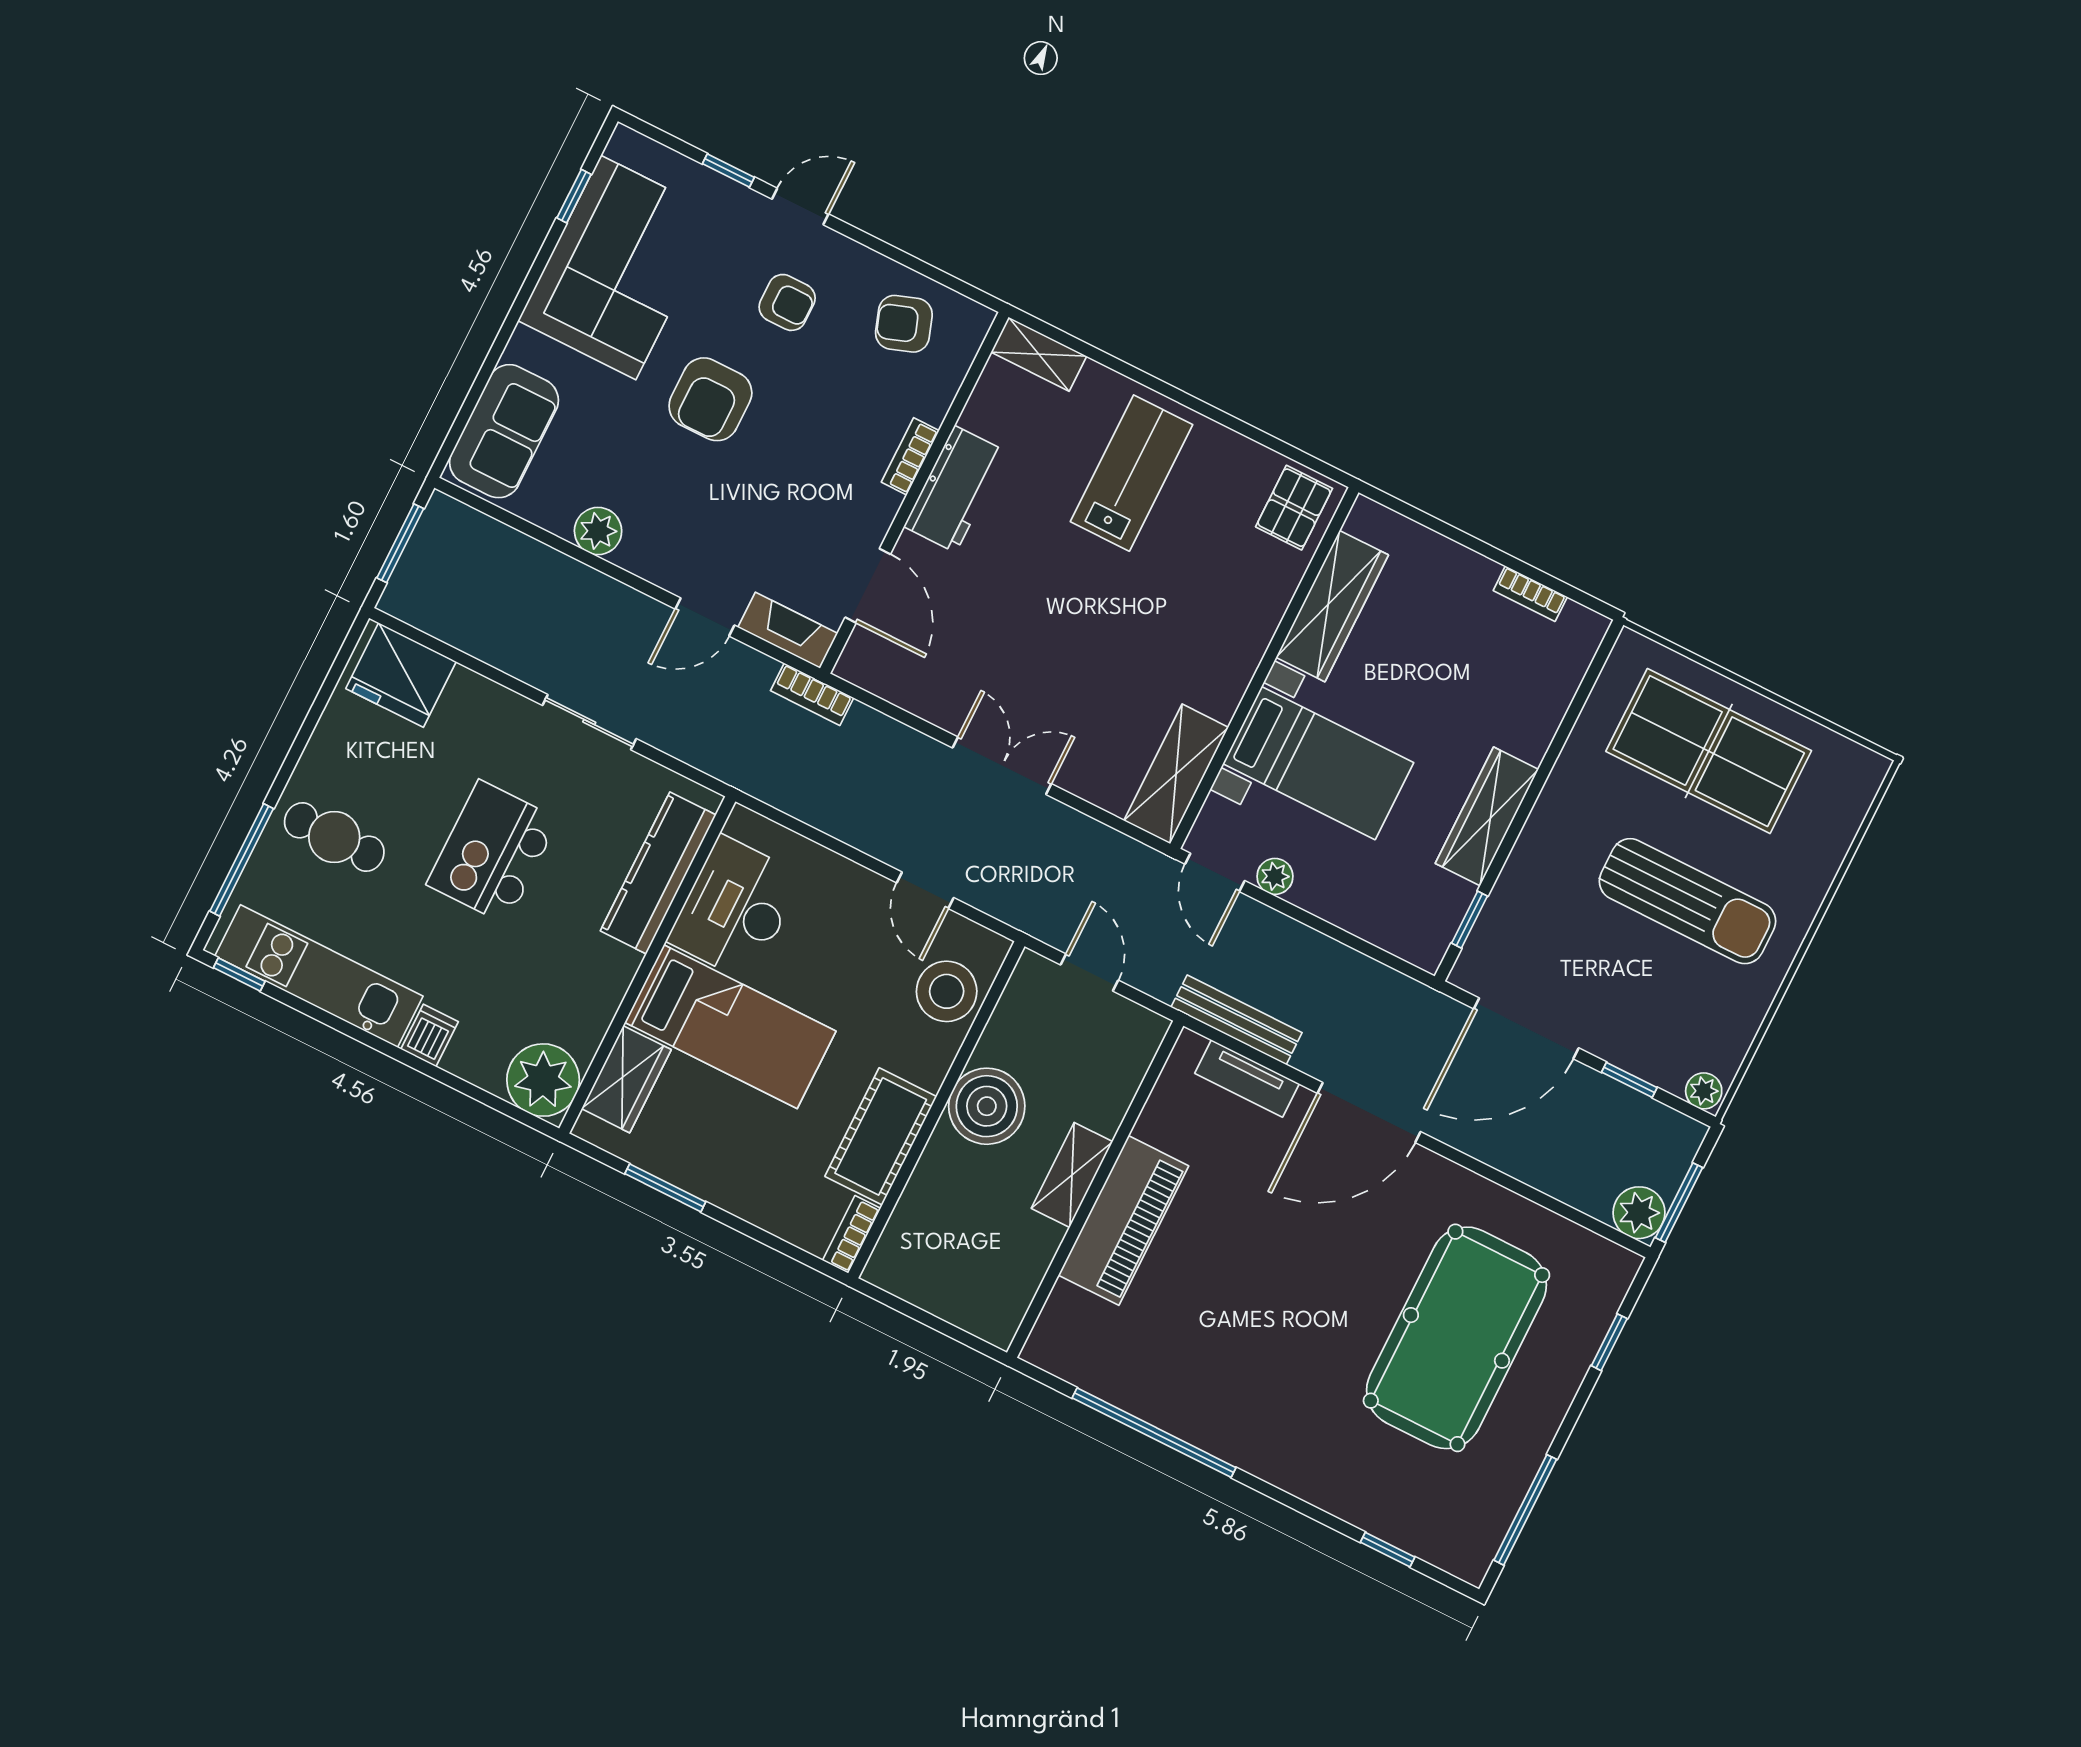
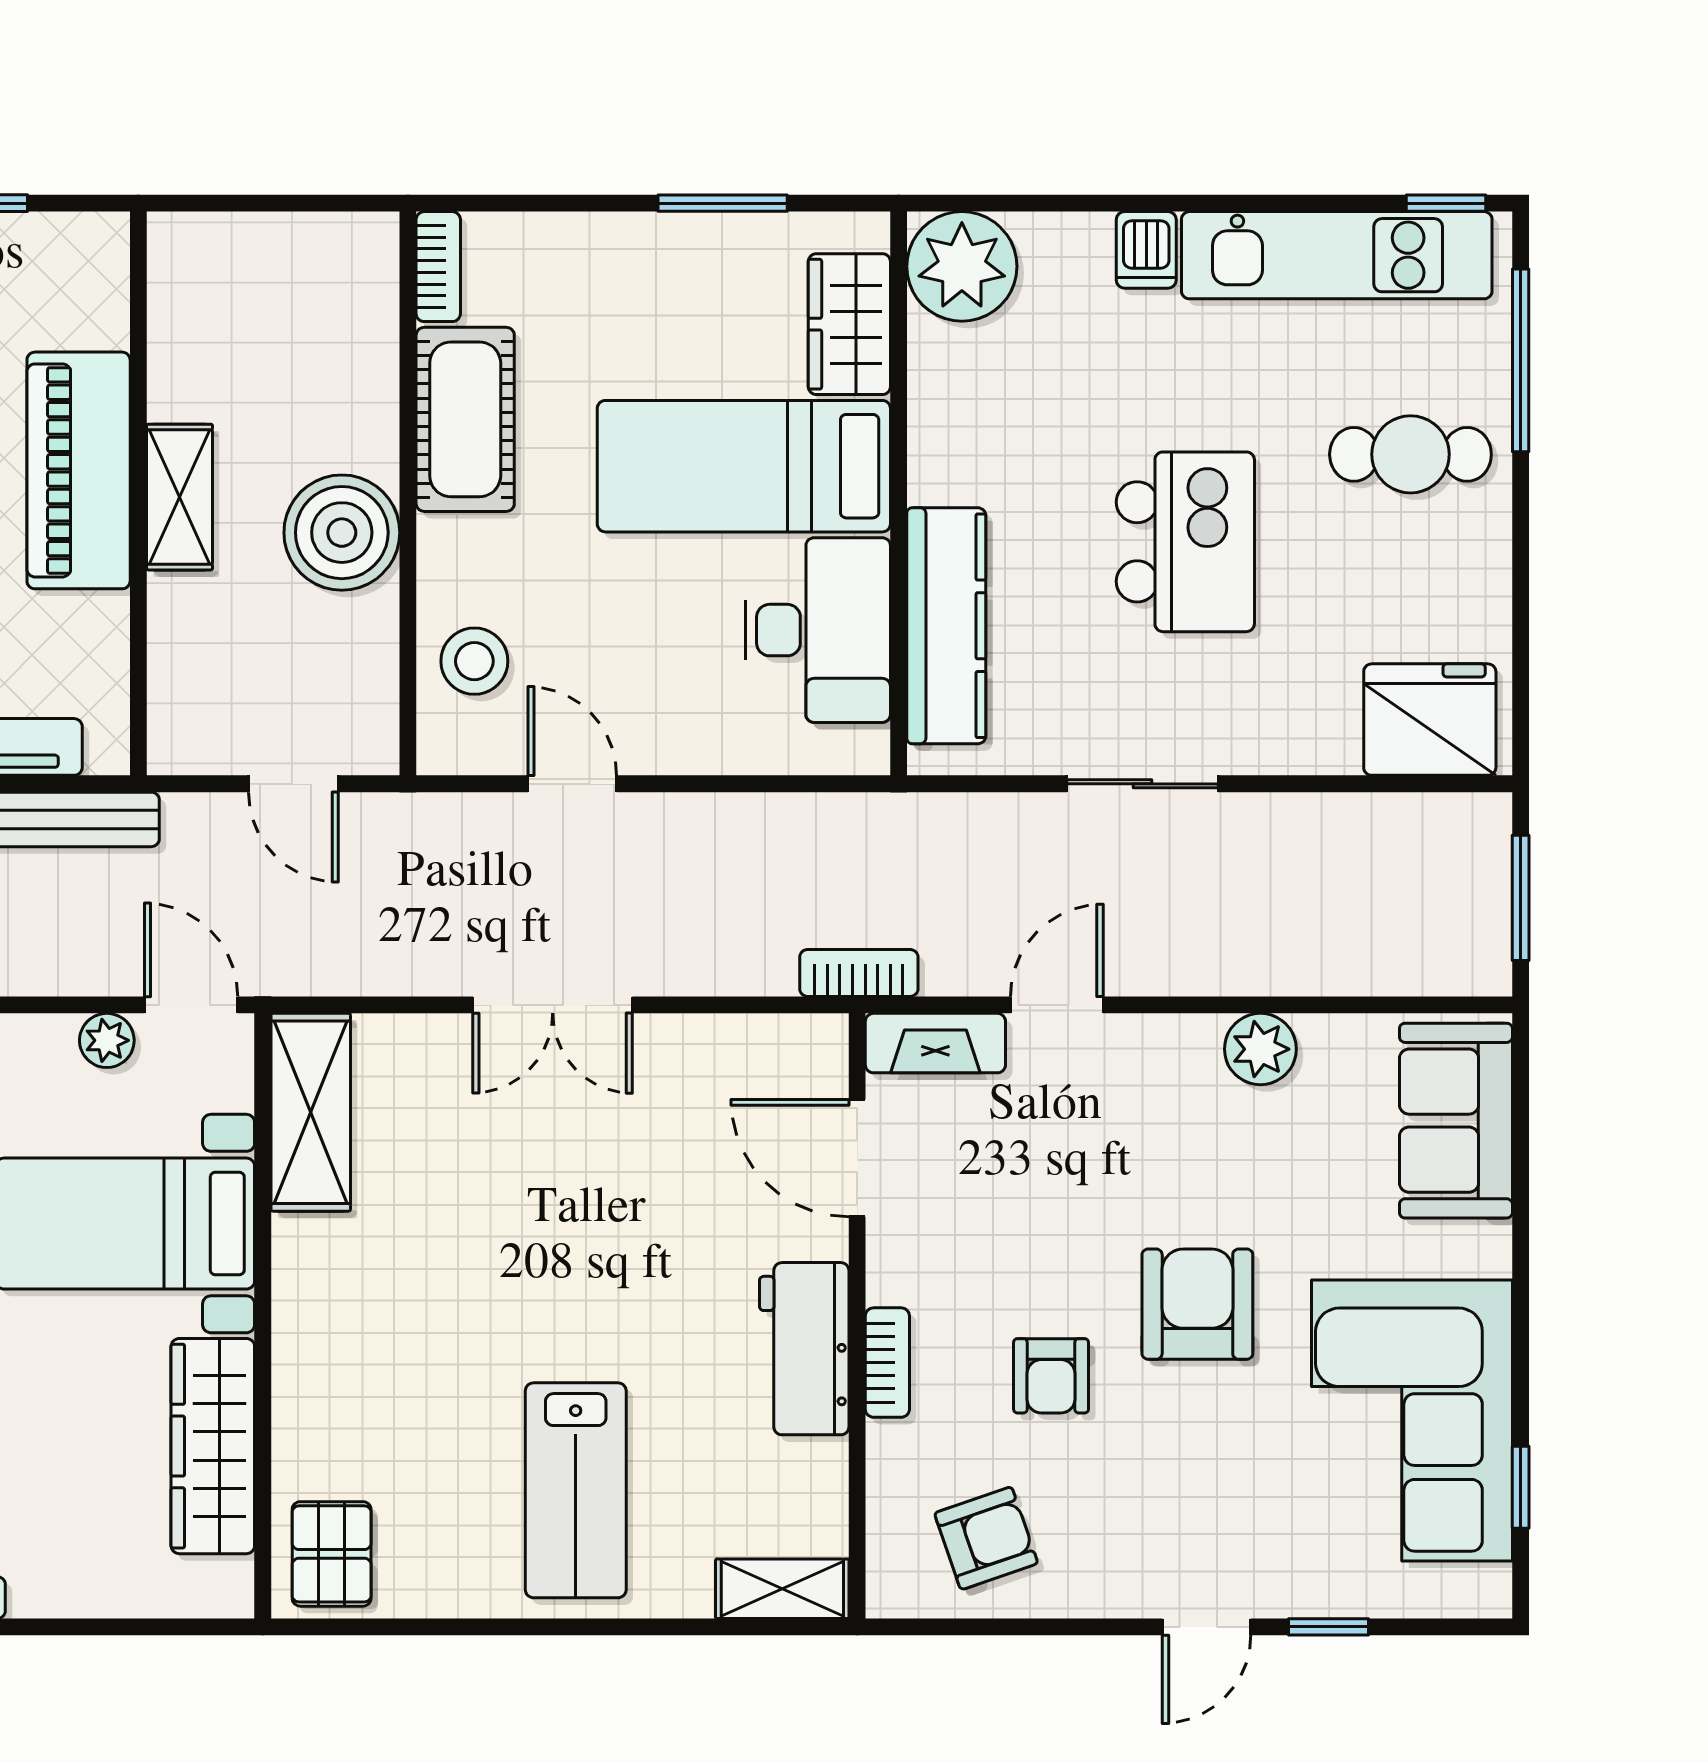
armchair: (787, 302) -> (1051, 1376), moved, turned -90
stool: (947, 991) -> (474, 661), width x0.73, depth x0.73

